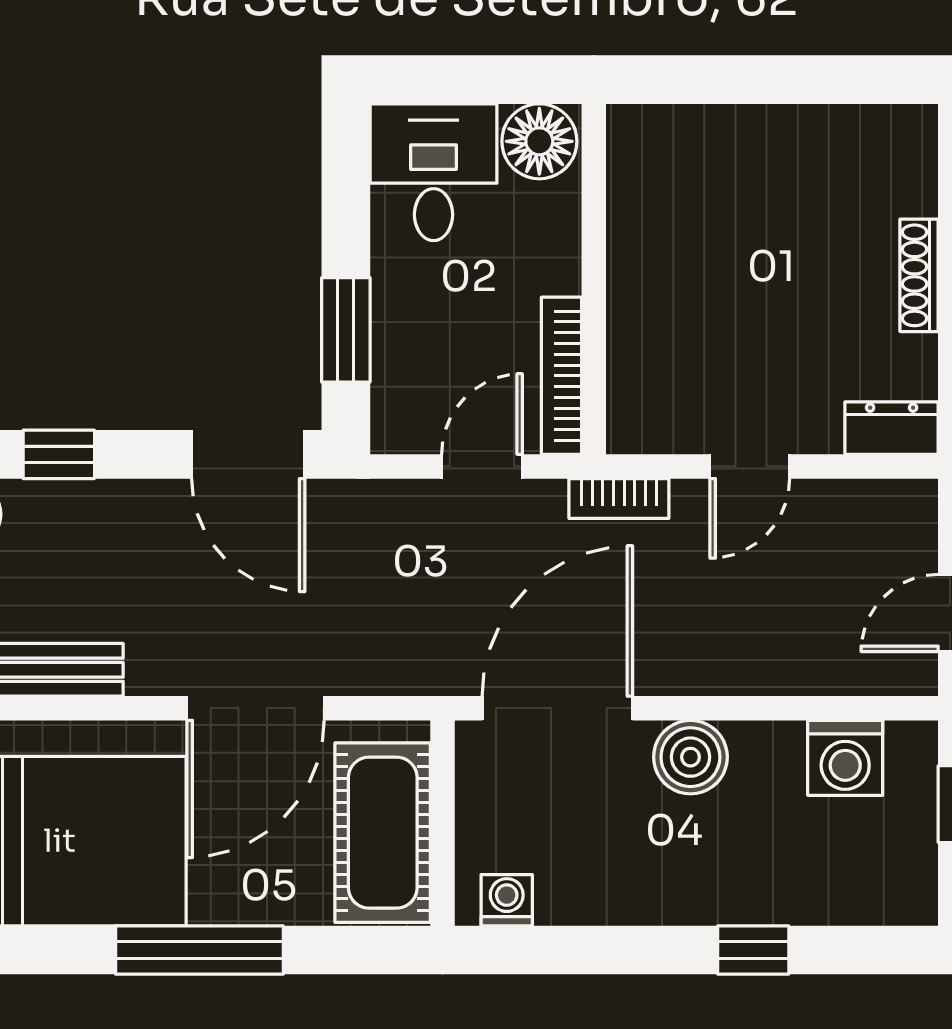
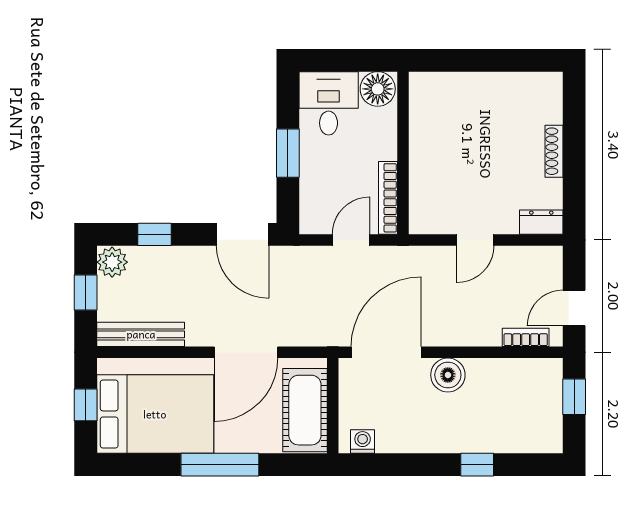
window: (346, 330) -> (288, 153), moved
bookcase: (619, 499) -> (526, 337), moved, turned 180
washing machine: (845, 758) -> (520, 375), removed

